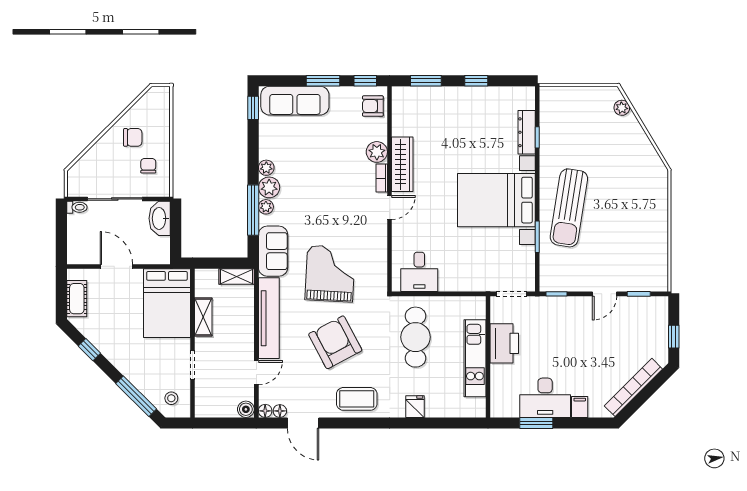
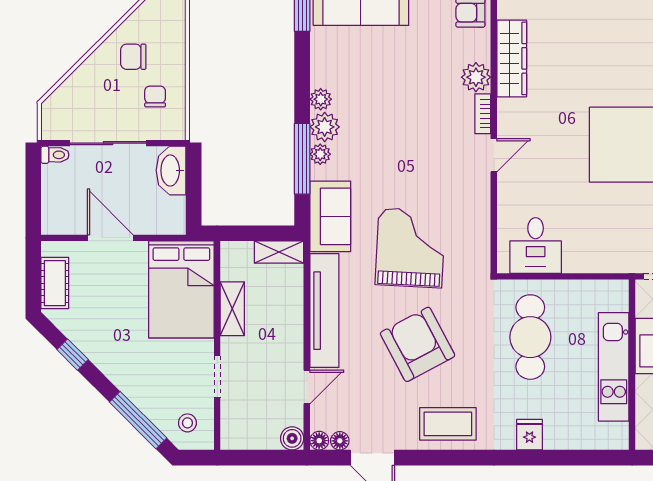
chair: (133, 137) -> (133, 57), turned 180
wardrobe: (402, 164) -> (512, 58), moved

